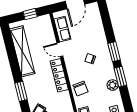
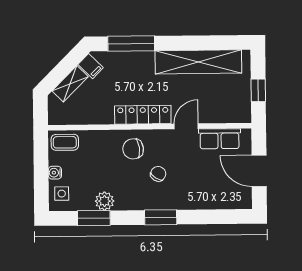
window: (120, 77) -> (94, 218), moved
chair: (81, 89) -> (133, 149), moved
window: (21, 91) -> (131, 44), width x1.44

